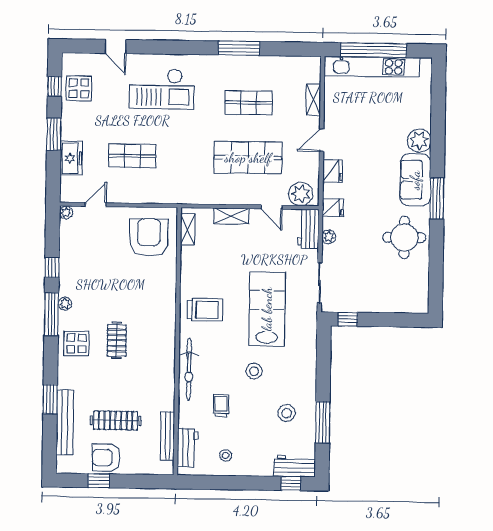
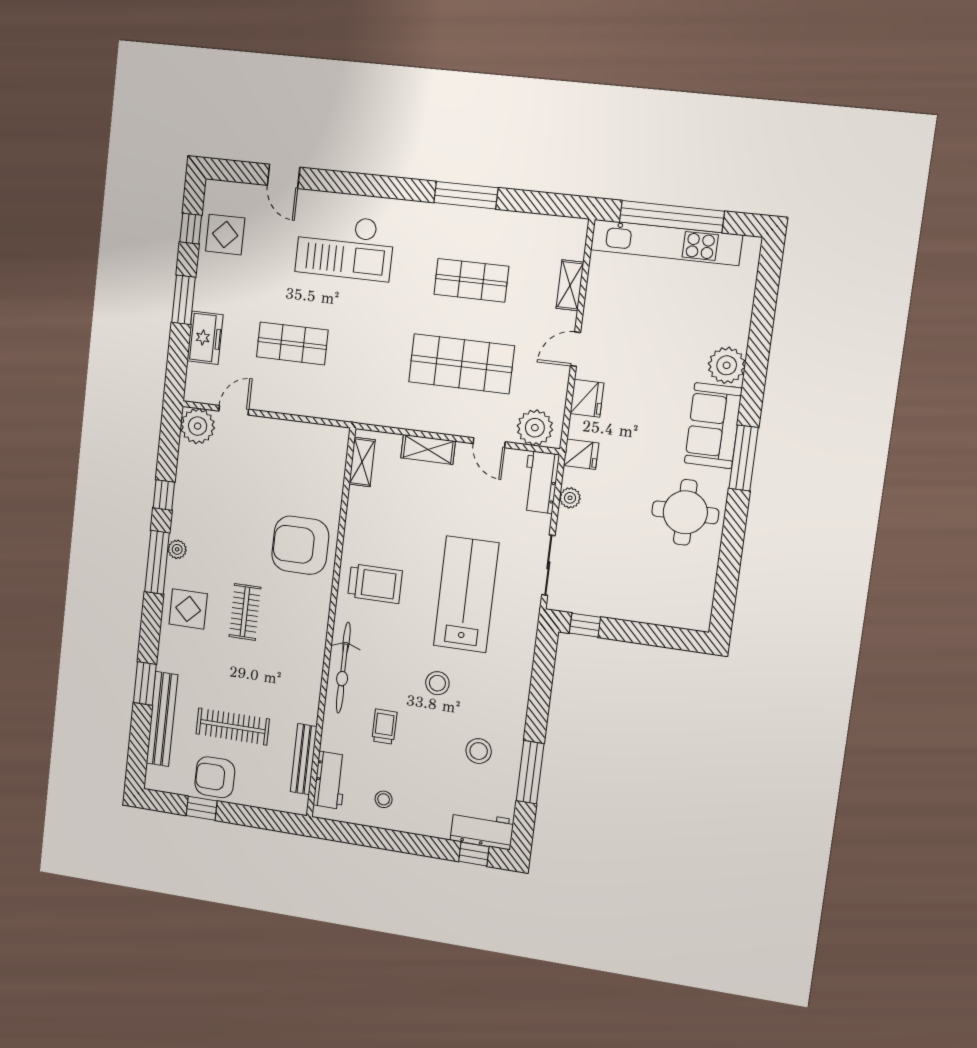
plant: (66, 212) -> (198, 426), width x1.88, depth x1.88
armchair: (149, 238) -> (300, 545), moved, turned -90

